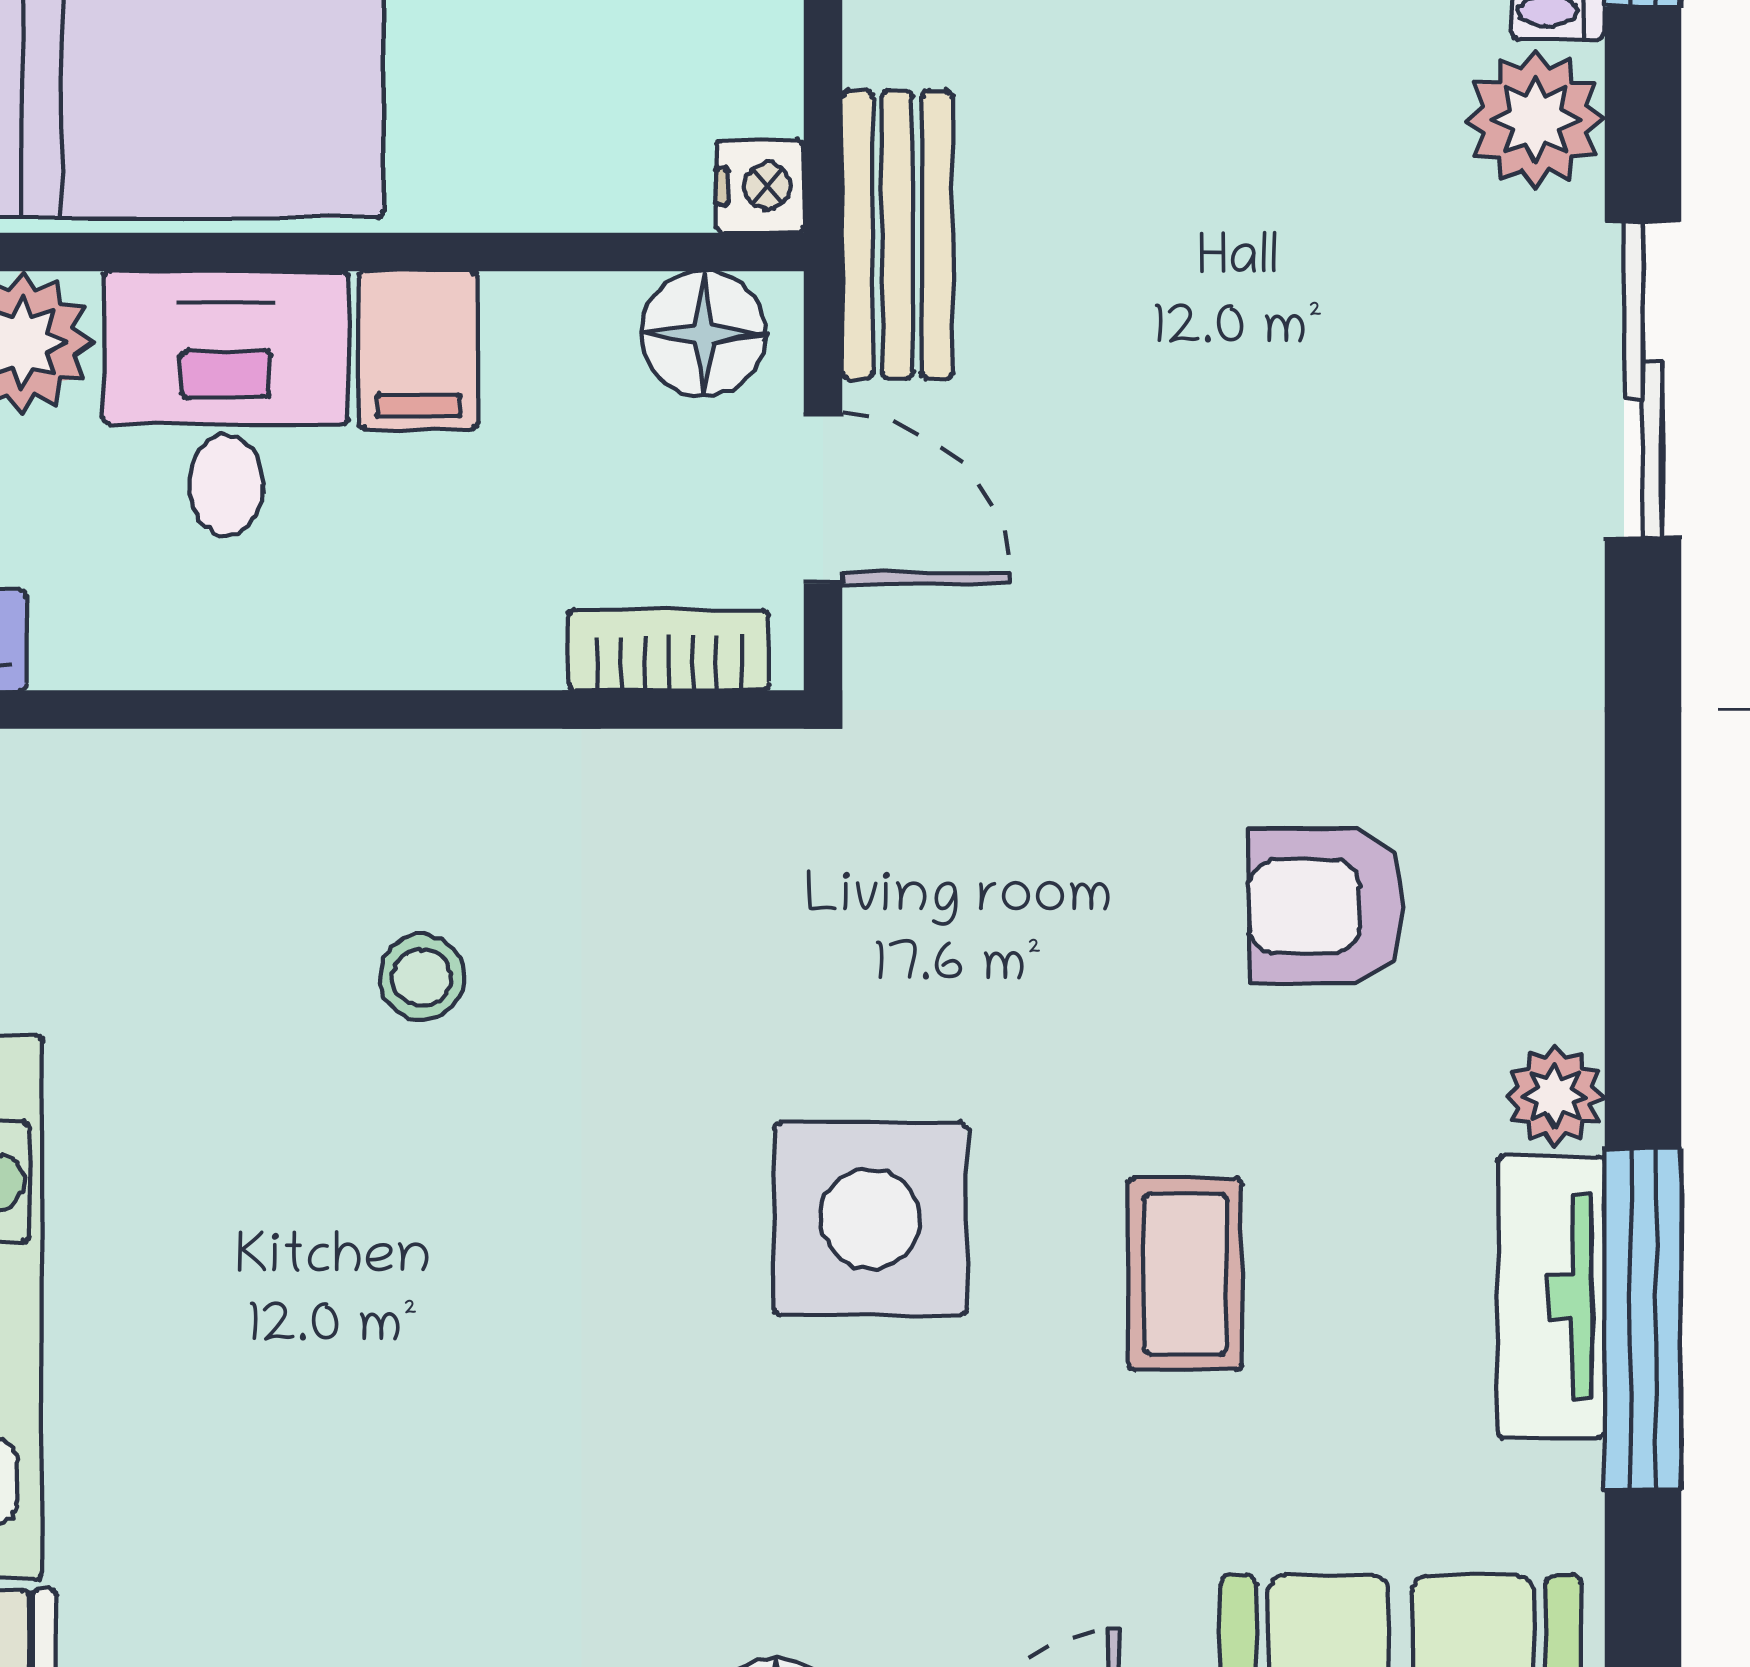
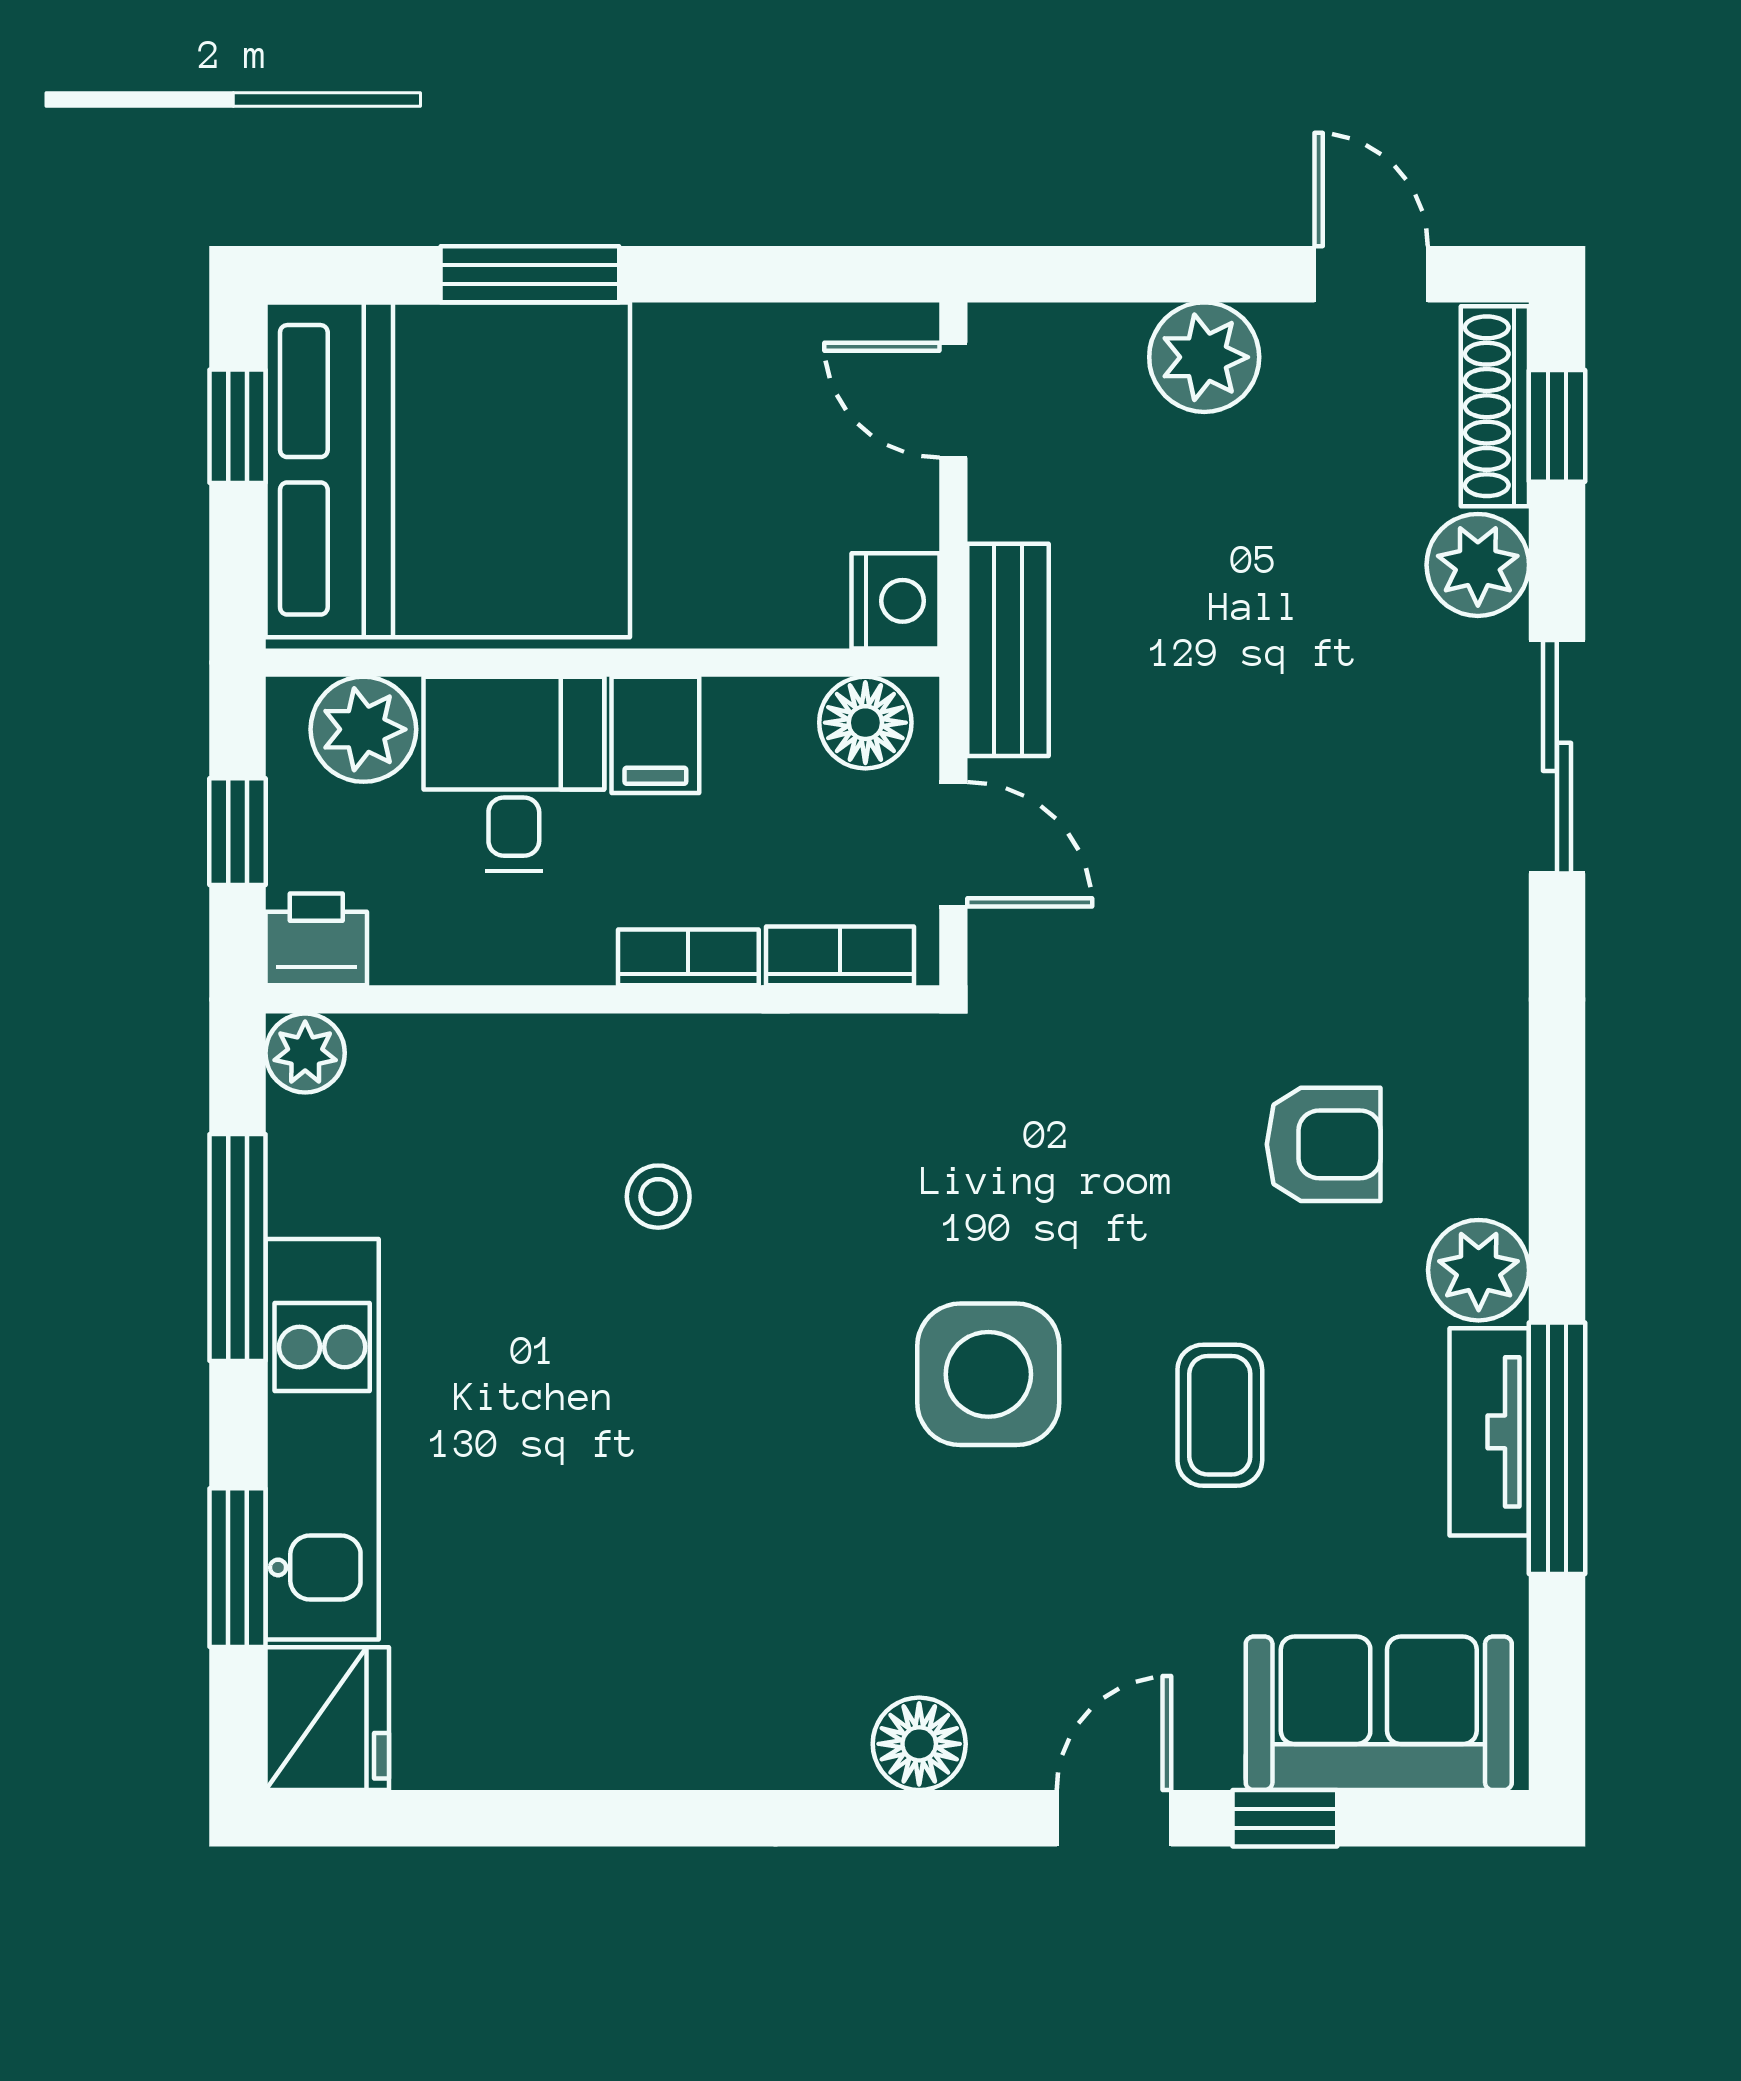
nightstand: (760, 186) -> (895, 601), width x1.39, depth x1.35
bookcase: (463, 652) -> (688, 957), added
armchair: (1326, 906) -> (1324, 1144), turned 180
plant: (1555, 1096) -> (1479, 1270), width x1.38, depth x1.38

